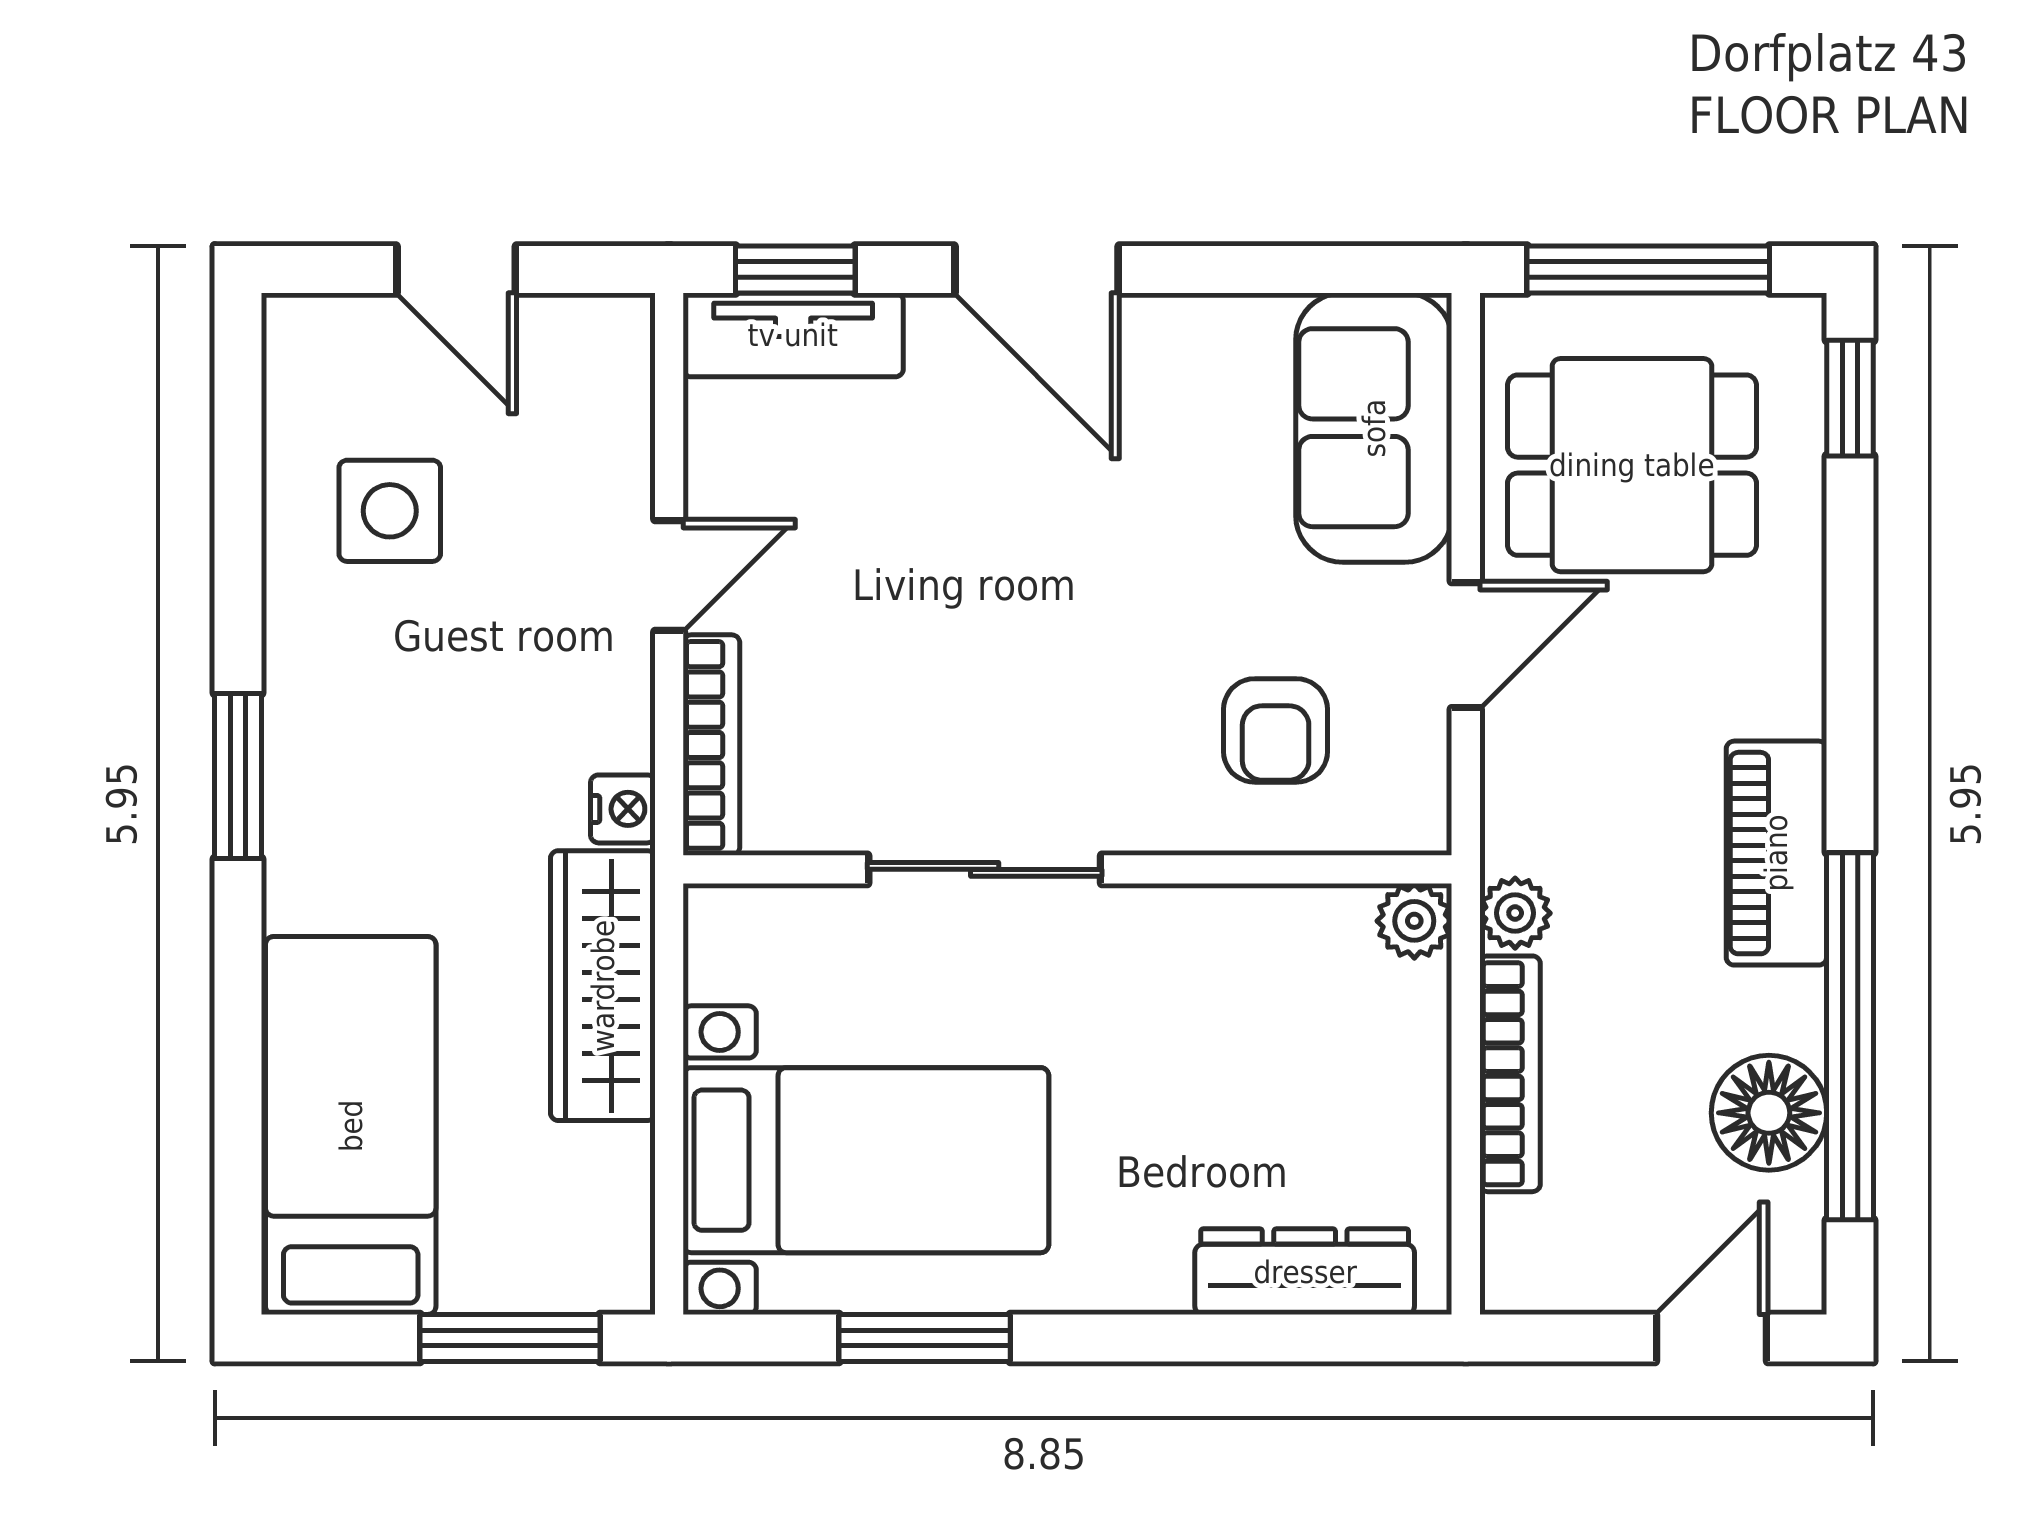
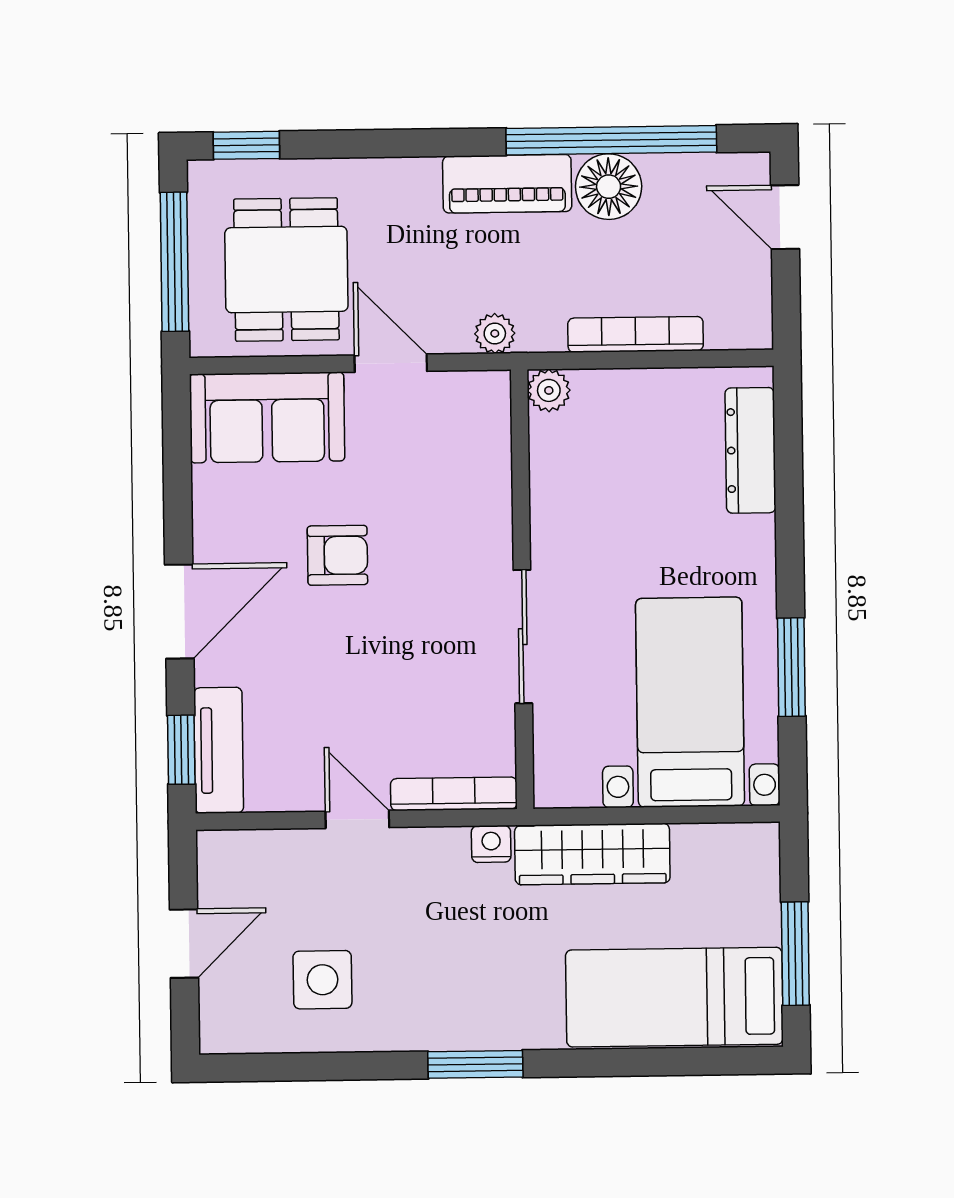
armchair: (1276, 730) -> (337, 555), moved
plant: (1515, 913) -> (495, 333), moved
floor lamp: (1769, 1113) -> (609, 187), moved
window: (510, 1338) -> (795, 954), moved

